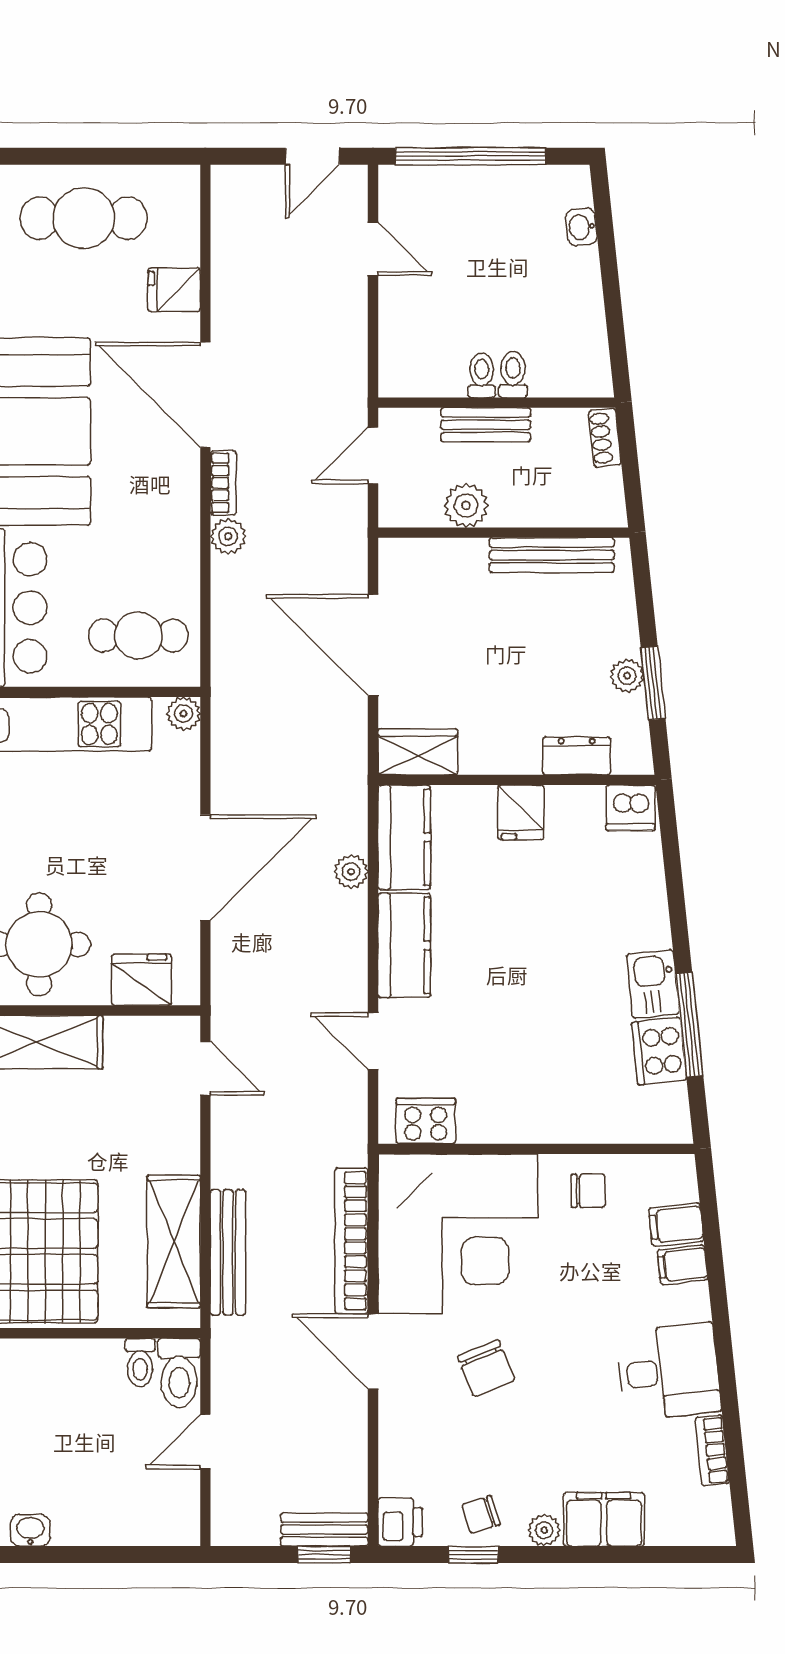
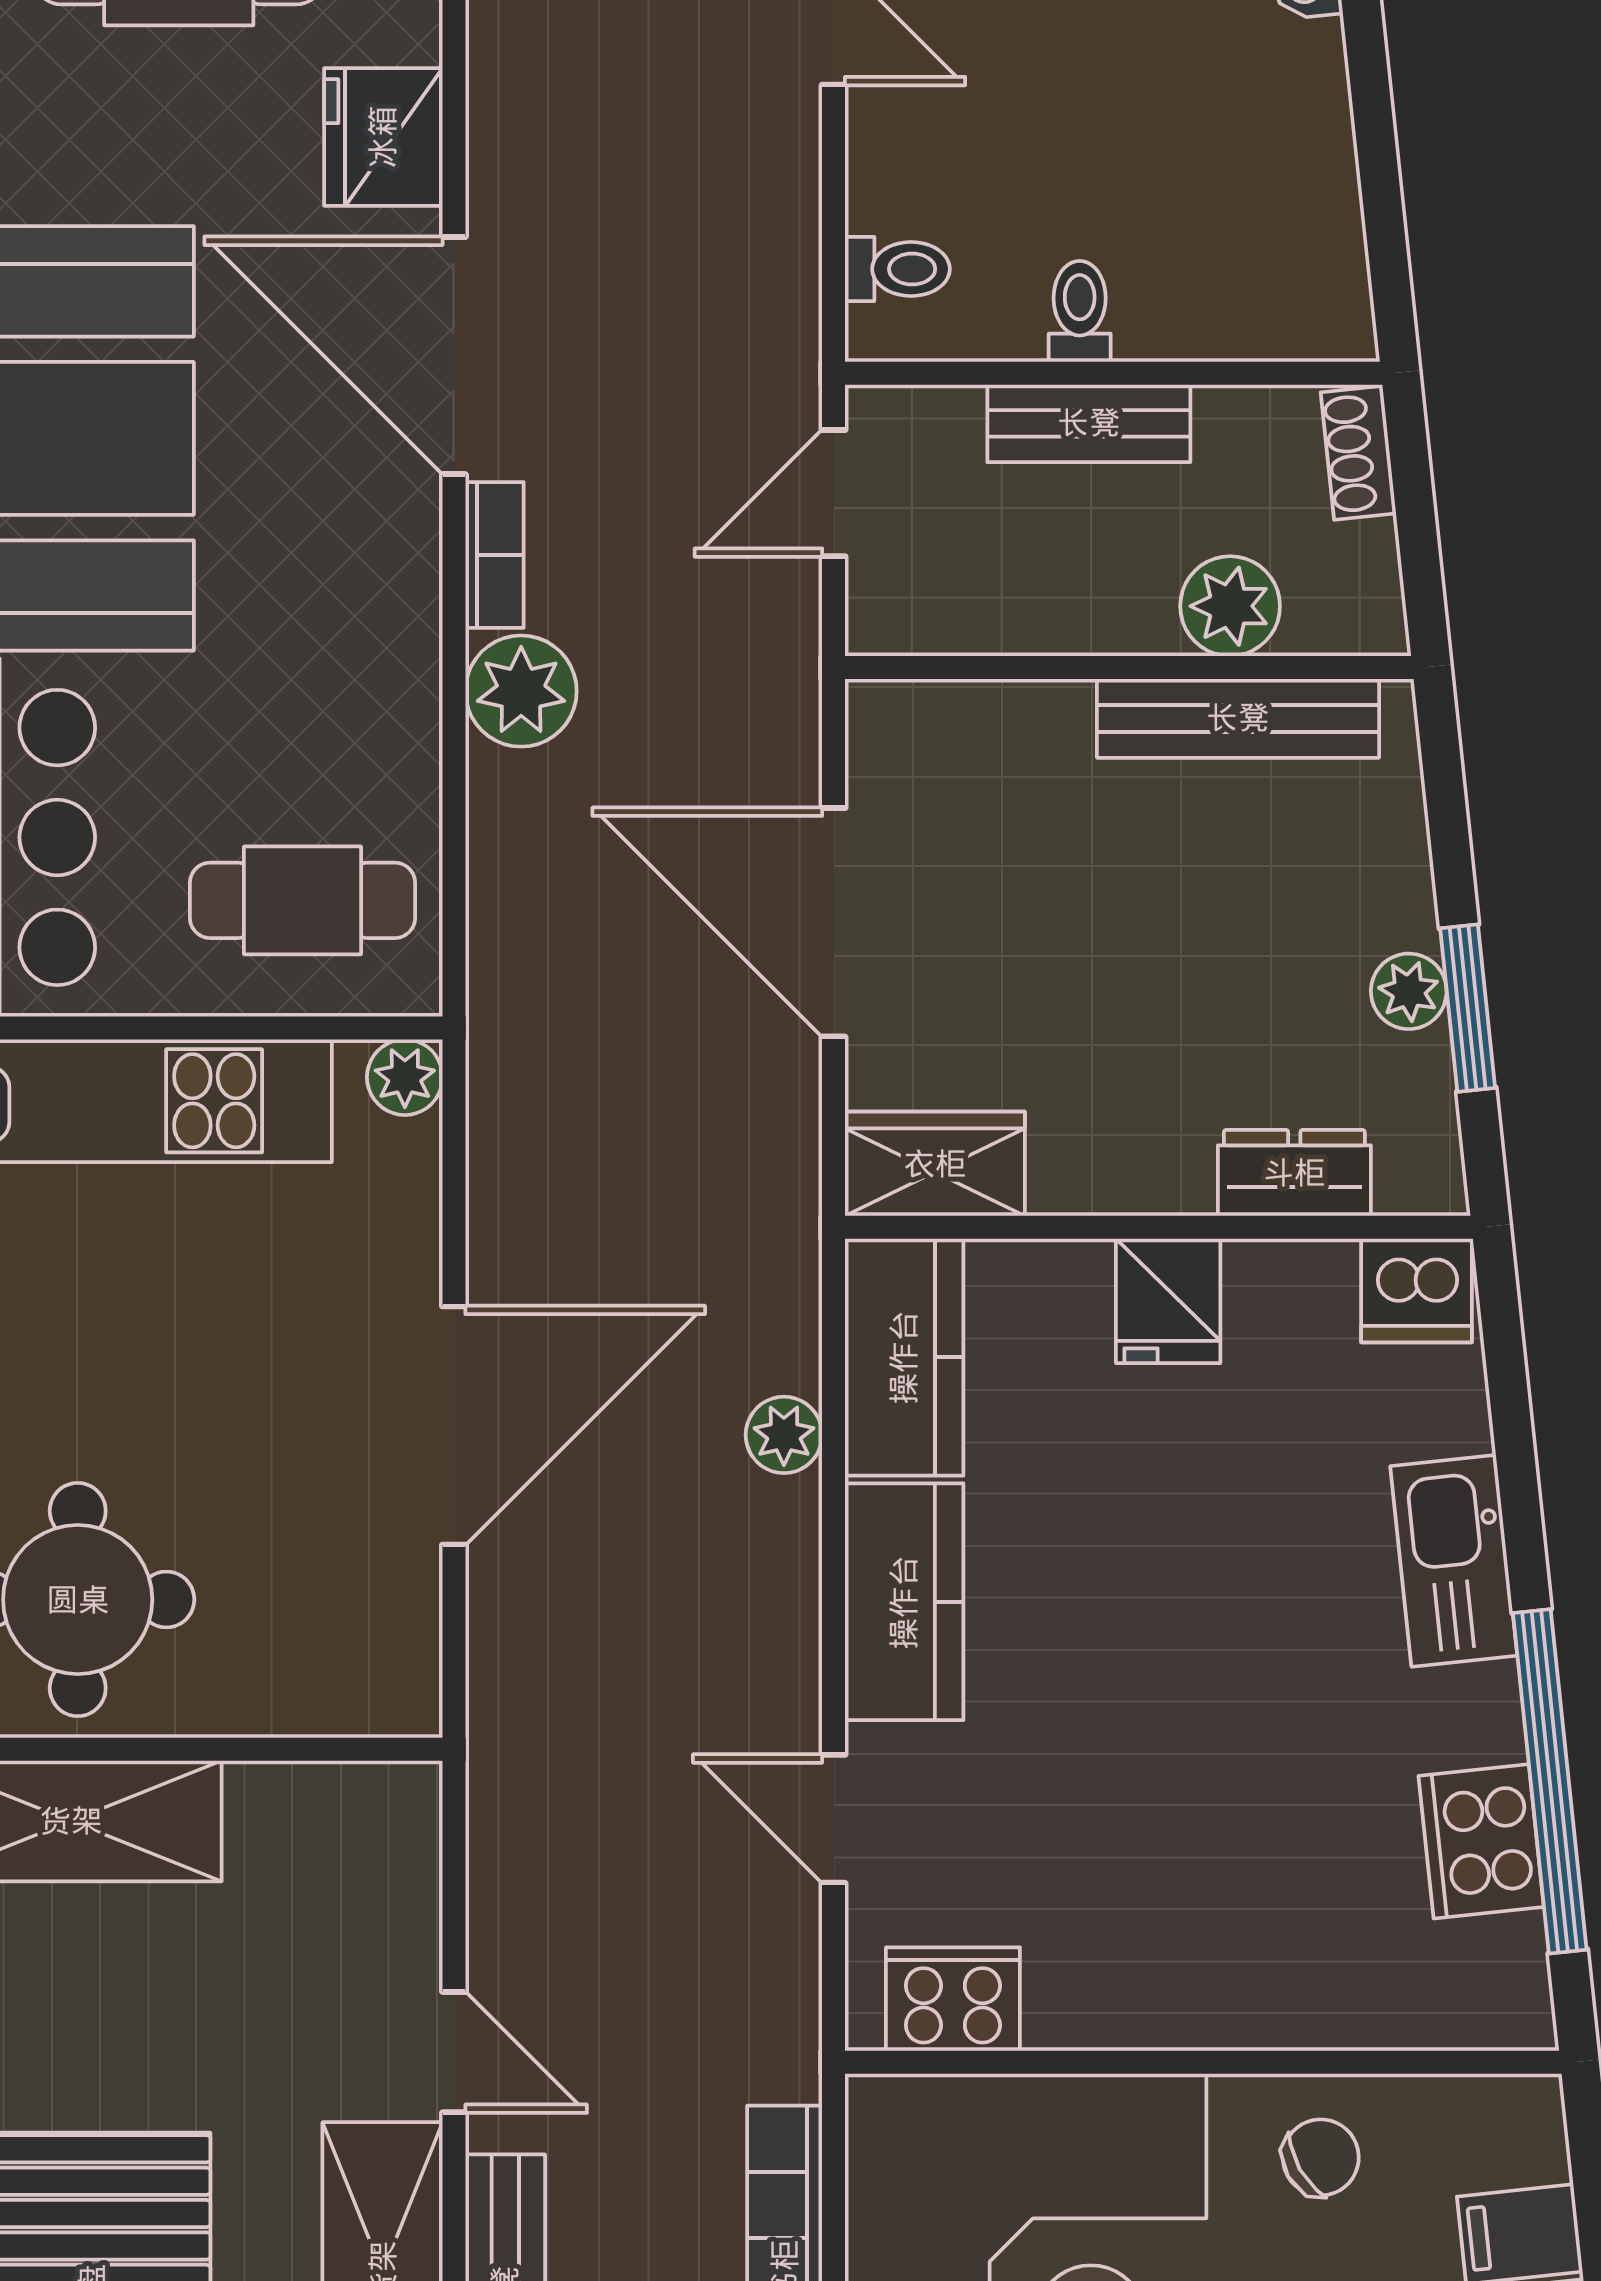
fridge: (174, 290) -> (383, 137), width x1.38
toilet: (513, 374) -> (897, 269), moved, turned 90
plant: (466, 506) -> (1230, 606), moved
plant: (228, 536) -> (521, 691), width x1.38, depth x1.38
fridge: (141, 980) -> (309, 1680), removed
kitchen sink: (653, 984) -> (1454, 1561), moved, width x1.38
window: (689, 1025) -> (1550, 1781), width x1.46
door: (205, 1068) -> (454, 2052), moved
chair: (588, 1191) -> (1321, 2157), turned -30

